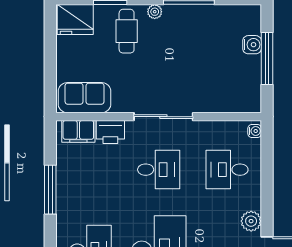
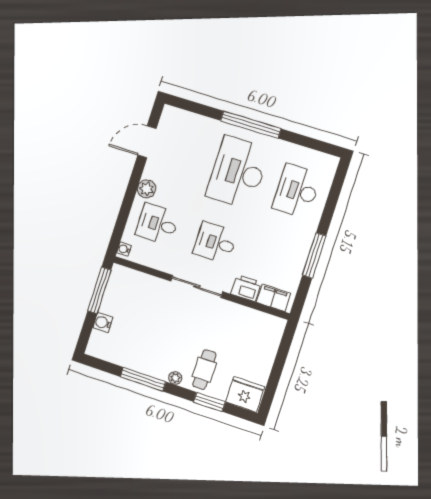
window: (267, 58) -> (99, 290), moved
sofa: (85, 98) -> (259, 325), removed
desk: (227, 170) -> (157, 224), turned 180
plant: (251, 221) -> (147, 189), moved

